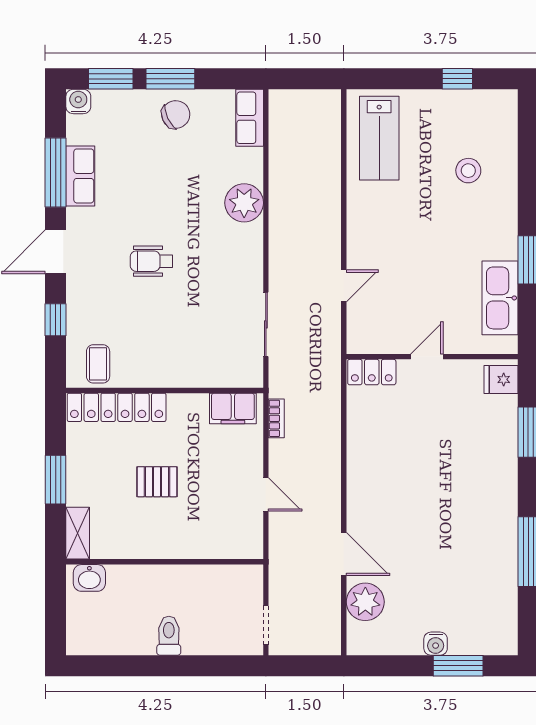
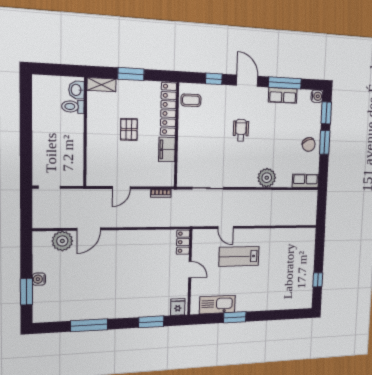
lab bench: (379, 138) -> (239, 256), moved
stool: (468, 171) -> (277, 287), removed
filing cabinet: (233, 408) -> (167, 149), moved
toilet: (169, 636) -> (73, 107), moved, turned 180

